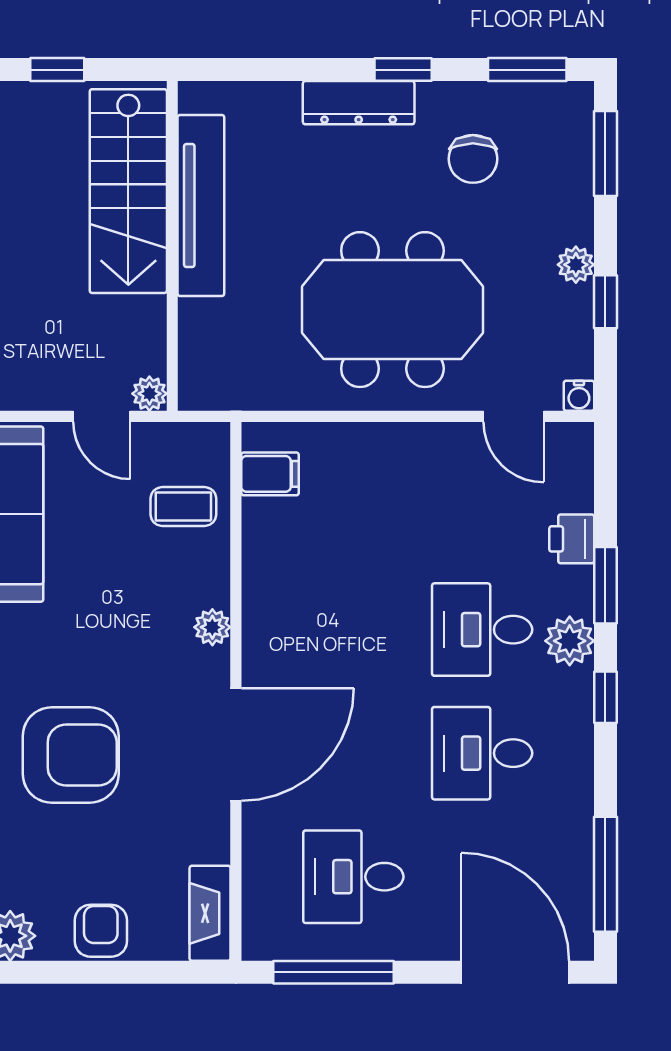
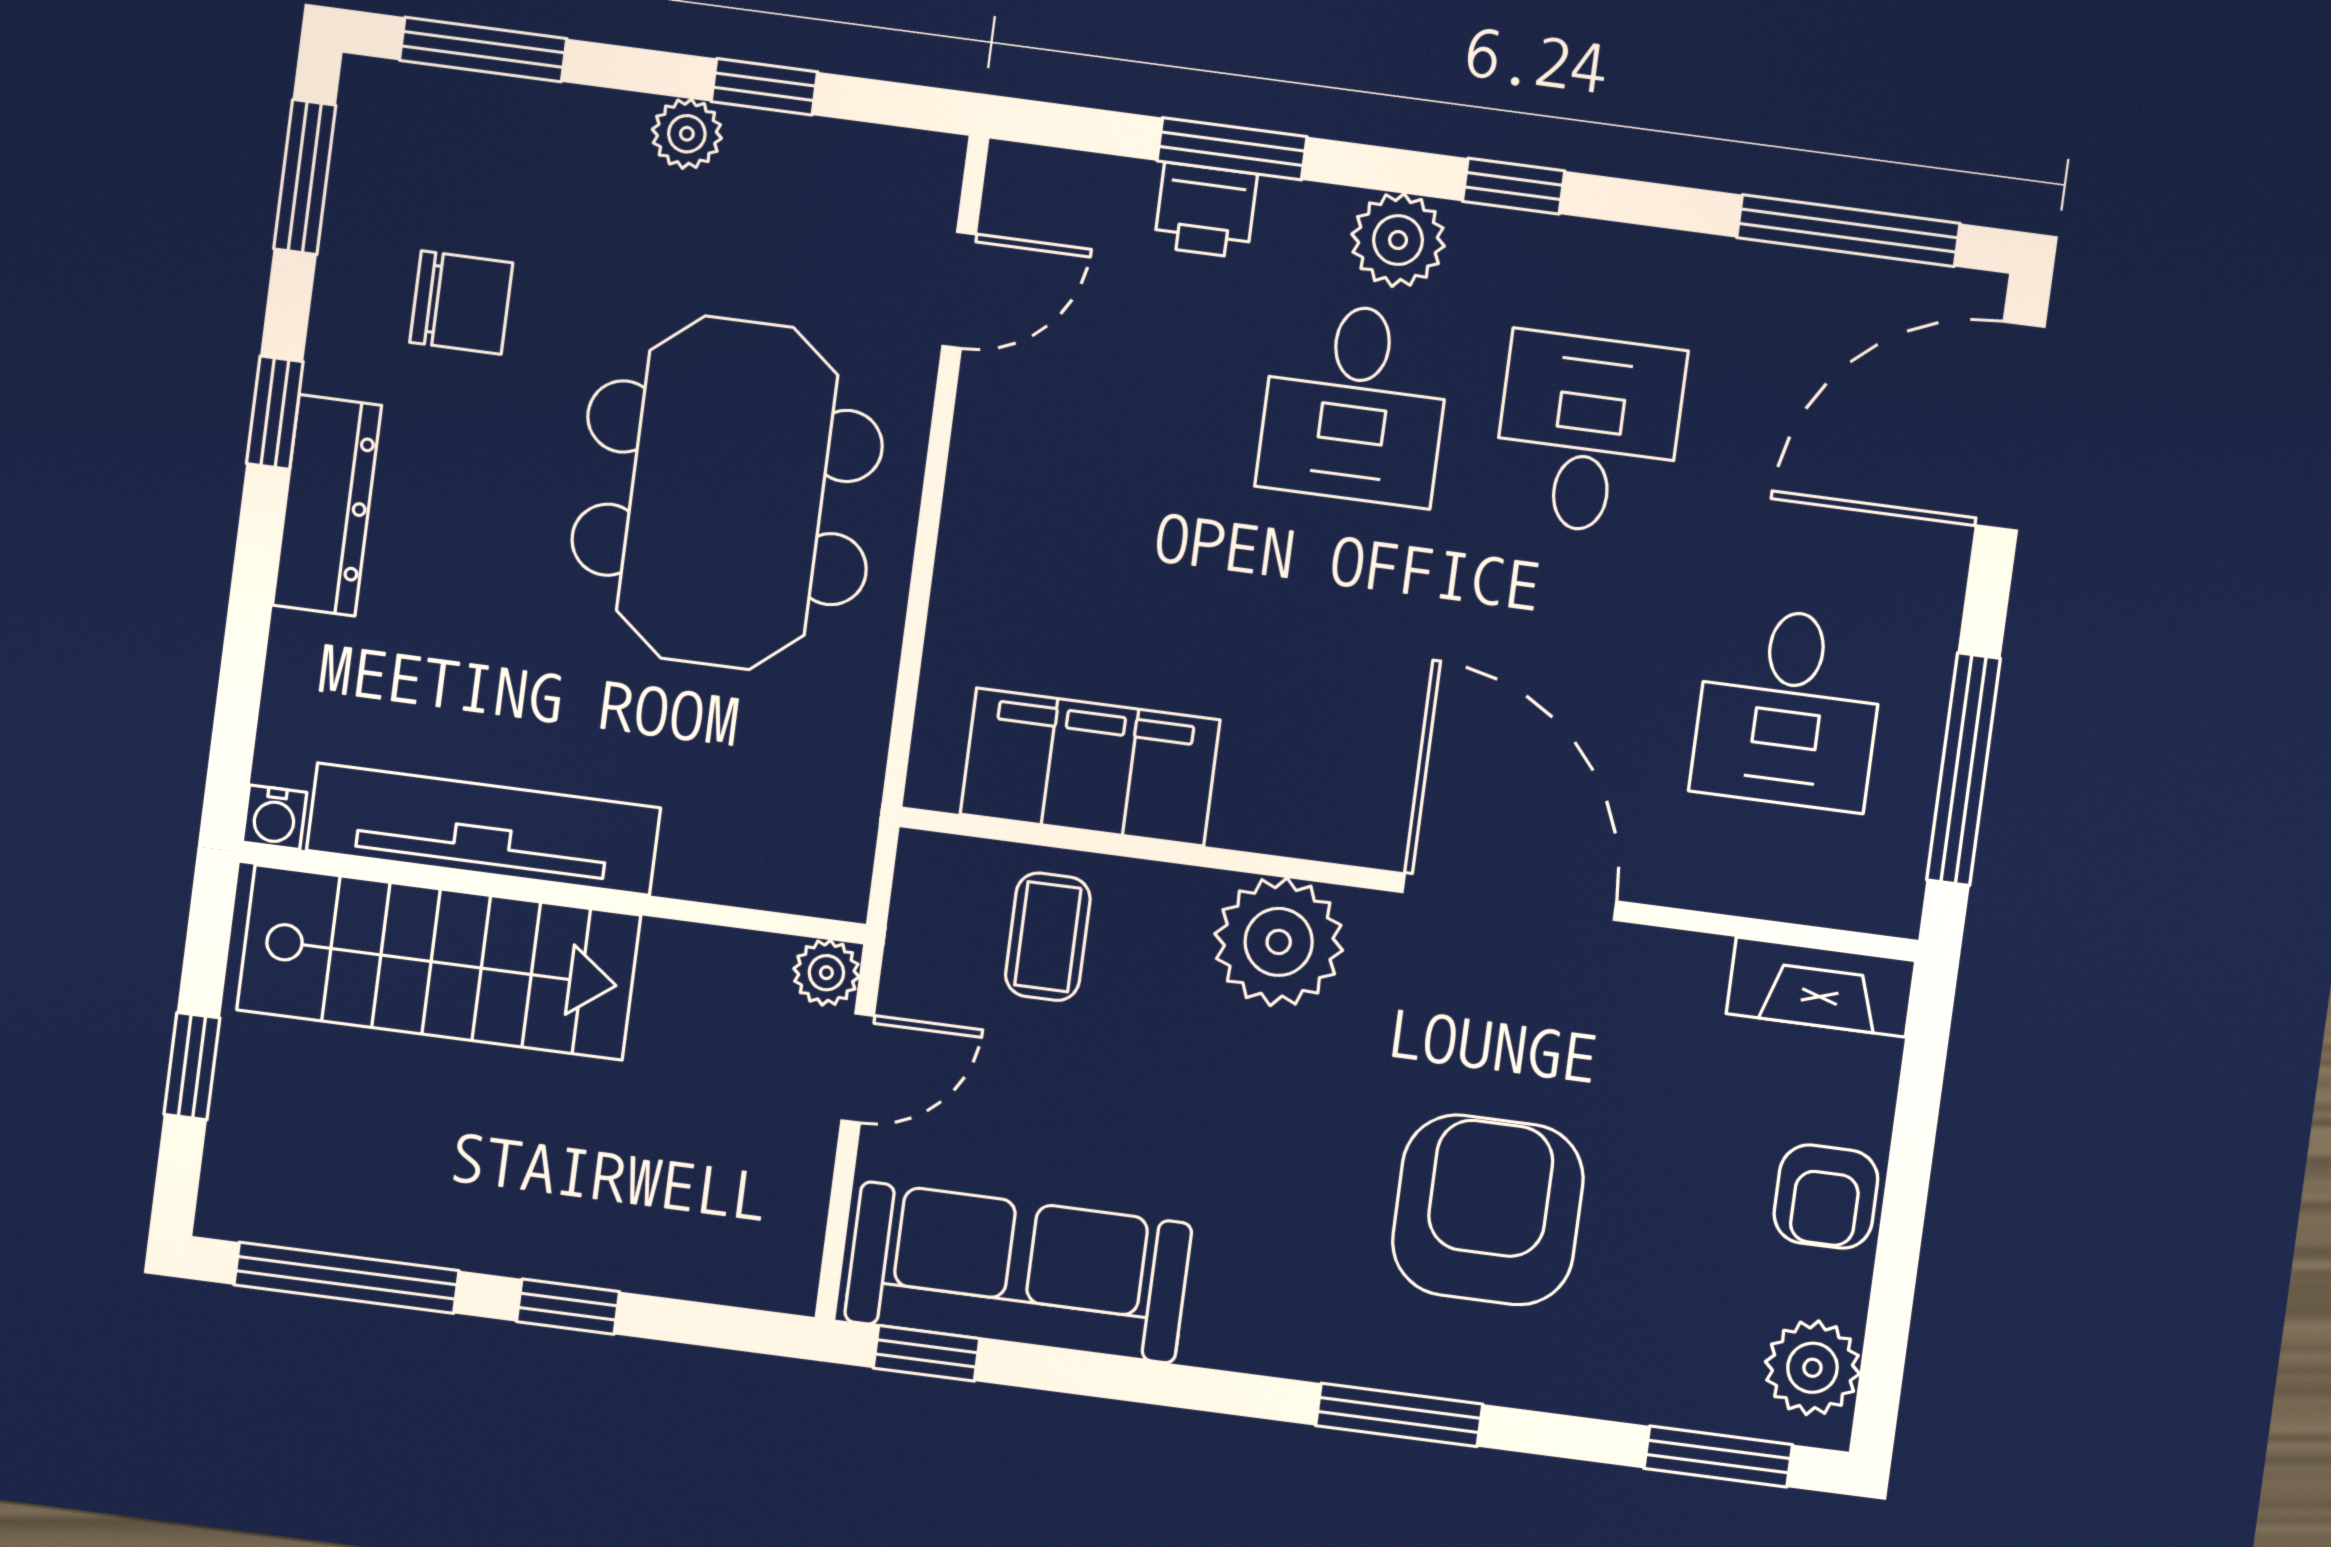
water cooler: (579, 396) -> (275, 817), moved, turned 90
filing cabinet: (270, 474) -> (1090, 767), width x3.00, depth x1.17
window: (605, 585) -> (1232, 149), moved
plant: (212, 627) -> (1279, 942), width x1.87, depth x1.87
desk: (482, 753) -> (1588, 434), turned 180
armchair: (101, 931) -> (1826, 1197), turned -90

